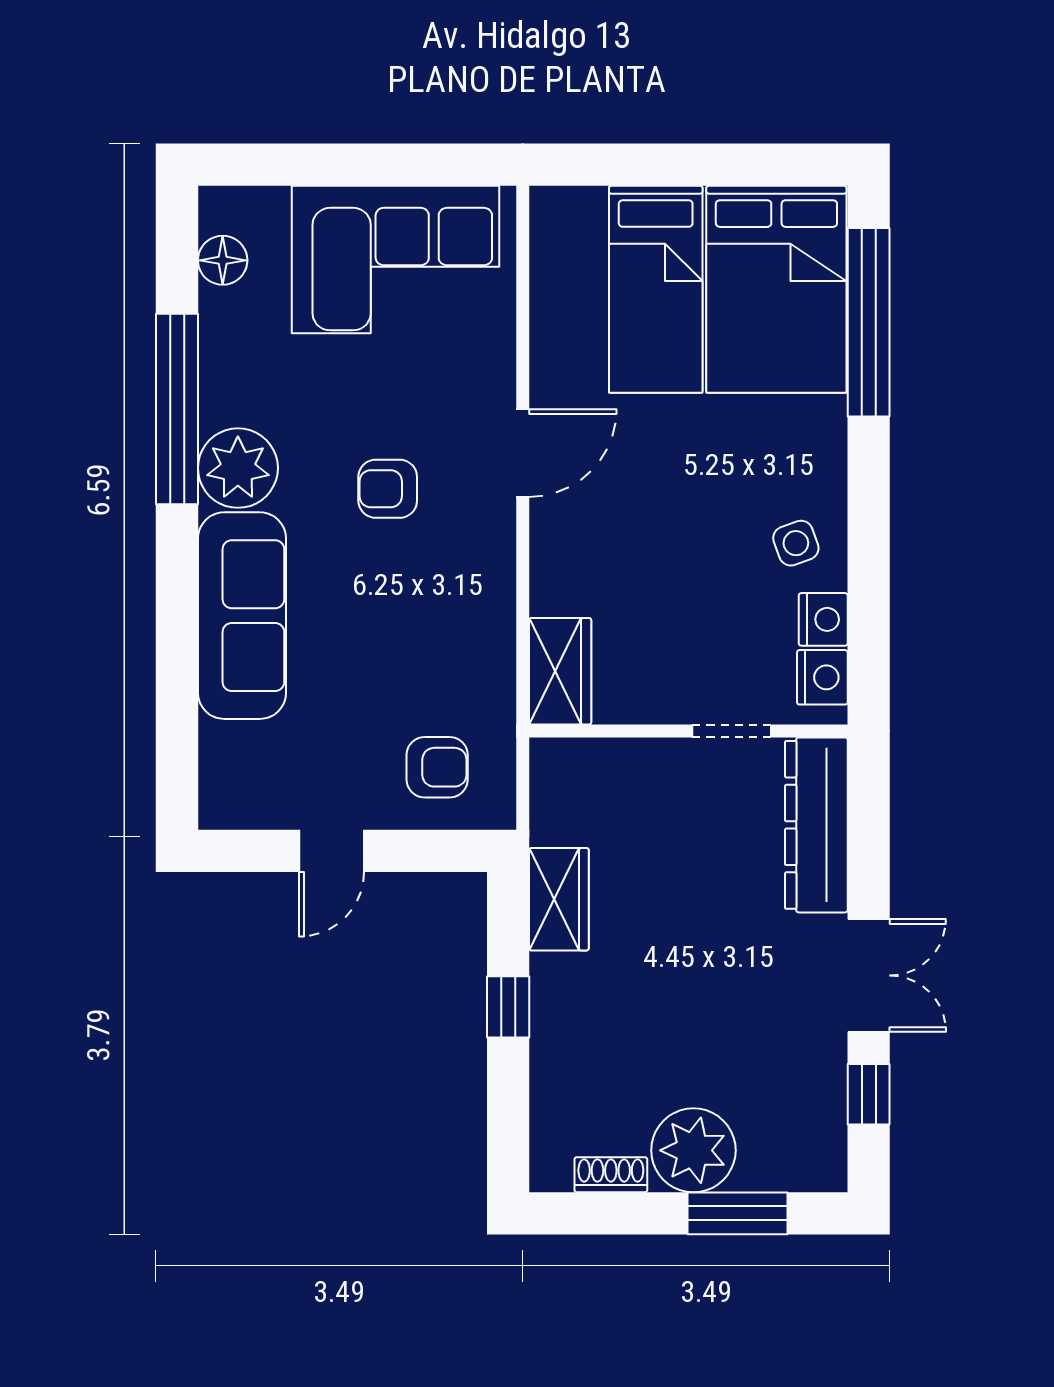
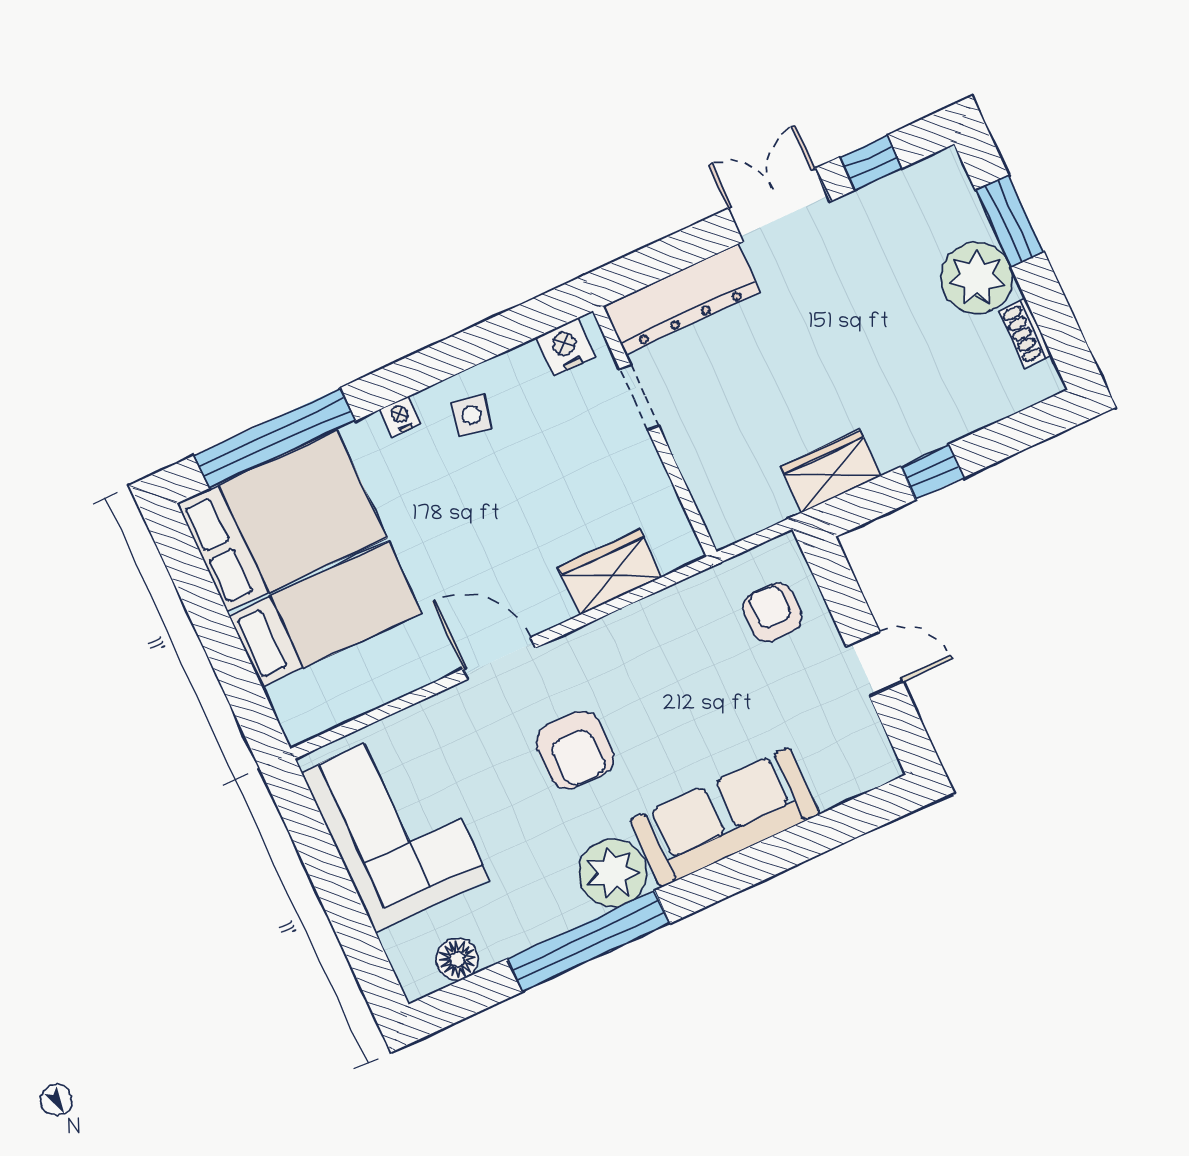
armchair: (388, 489) -> (575, 750), width x1.38, depth x1.38
side table: (796, 543) -> (471, 415), turned 32
nightstand: (823, 619) -> (400, 416), moved, width x0.72, depth x0.74
wardrobe: (560, 671) -> (610, 572), moved

